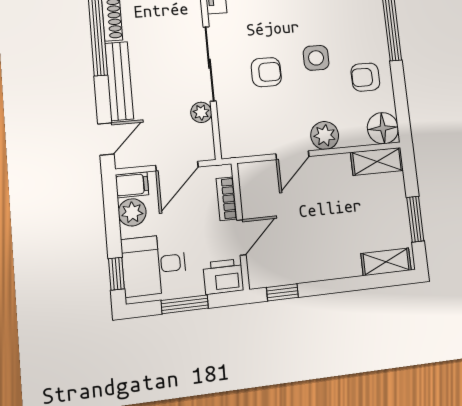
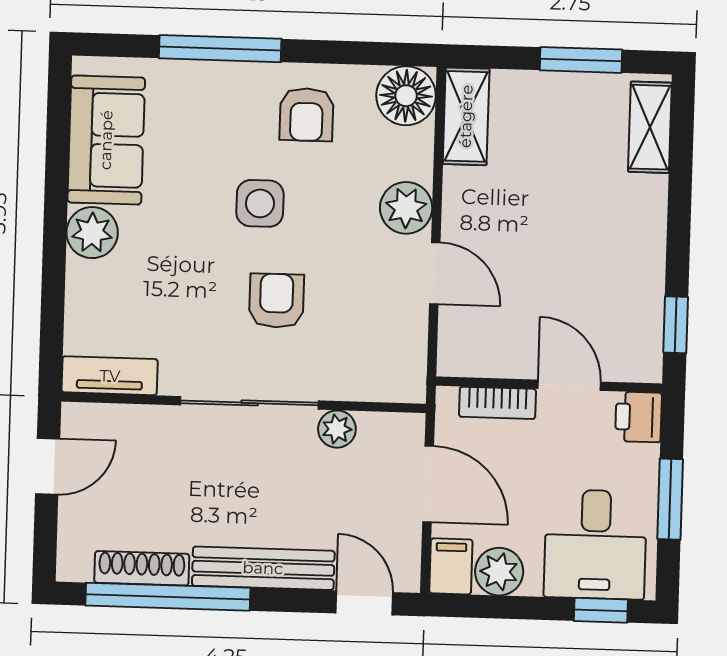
printer: (223, 277) -> (639, 417), width x0.73, depth x0.81

